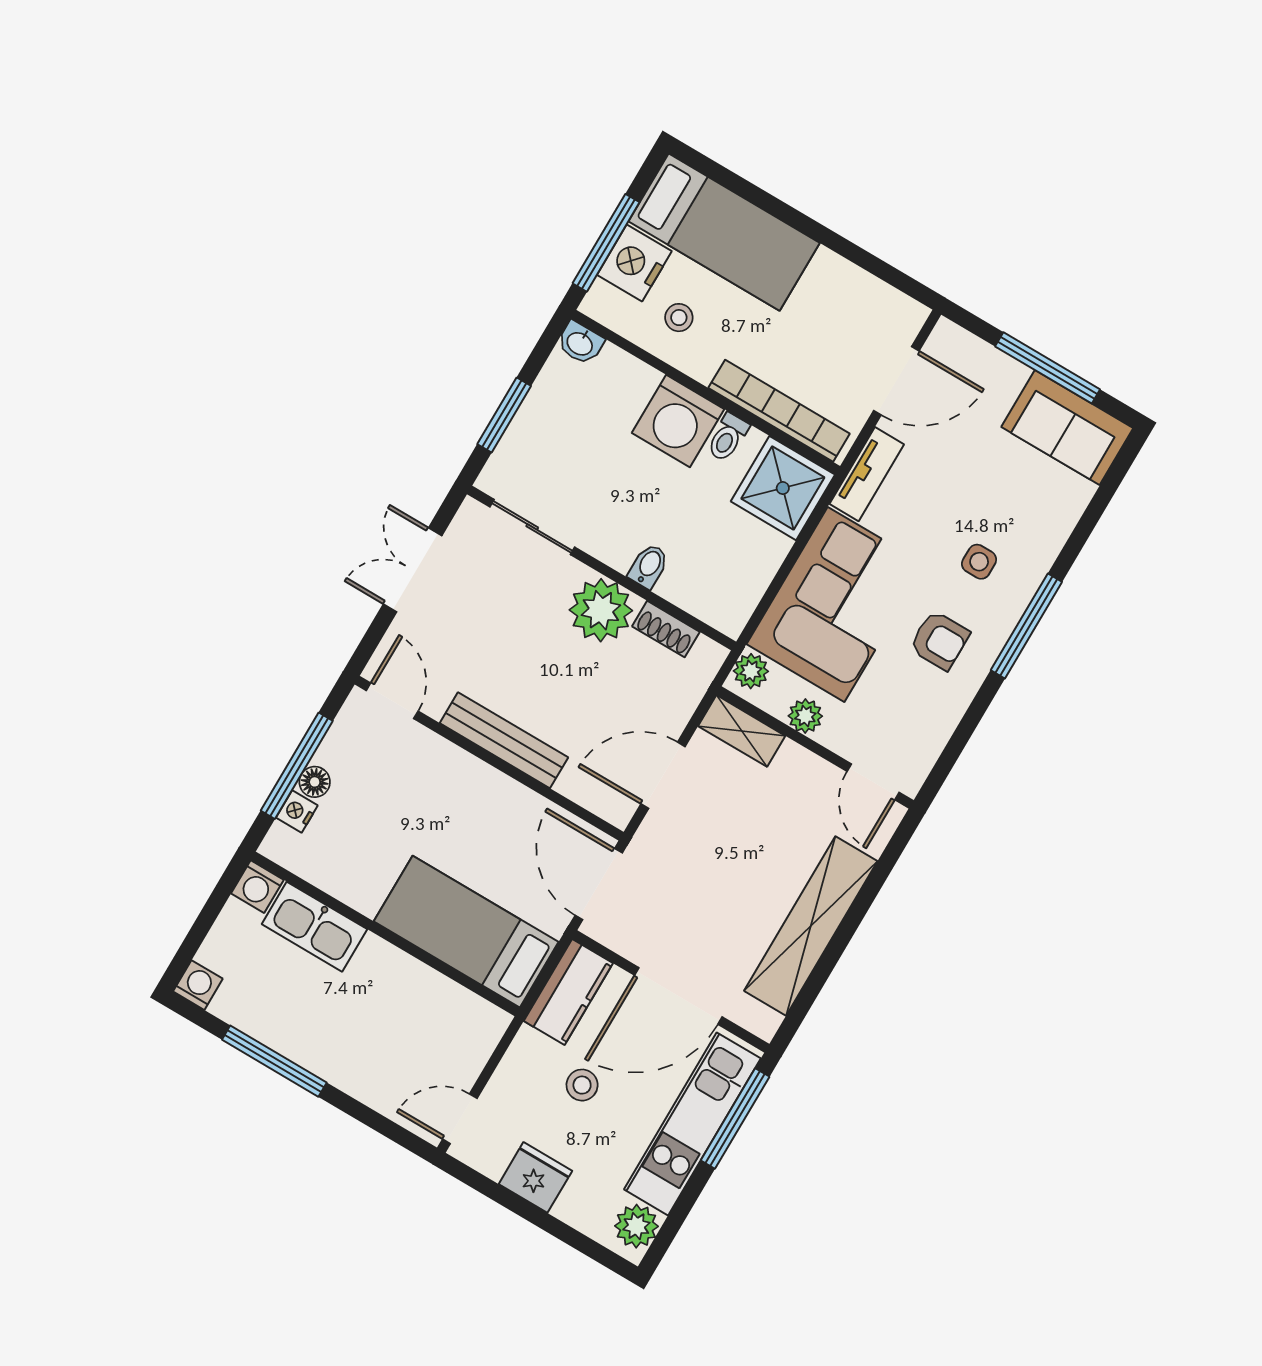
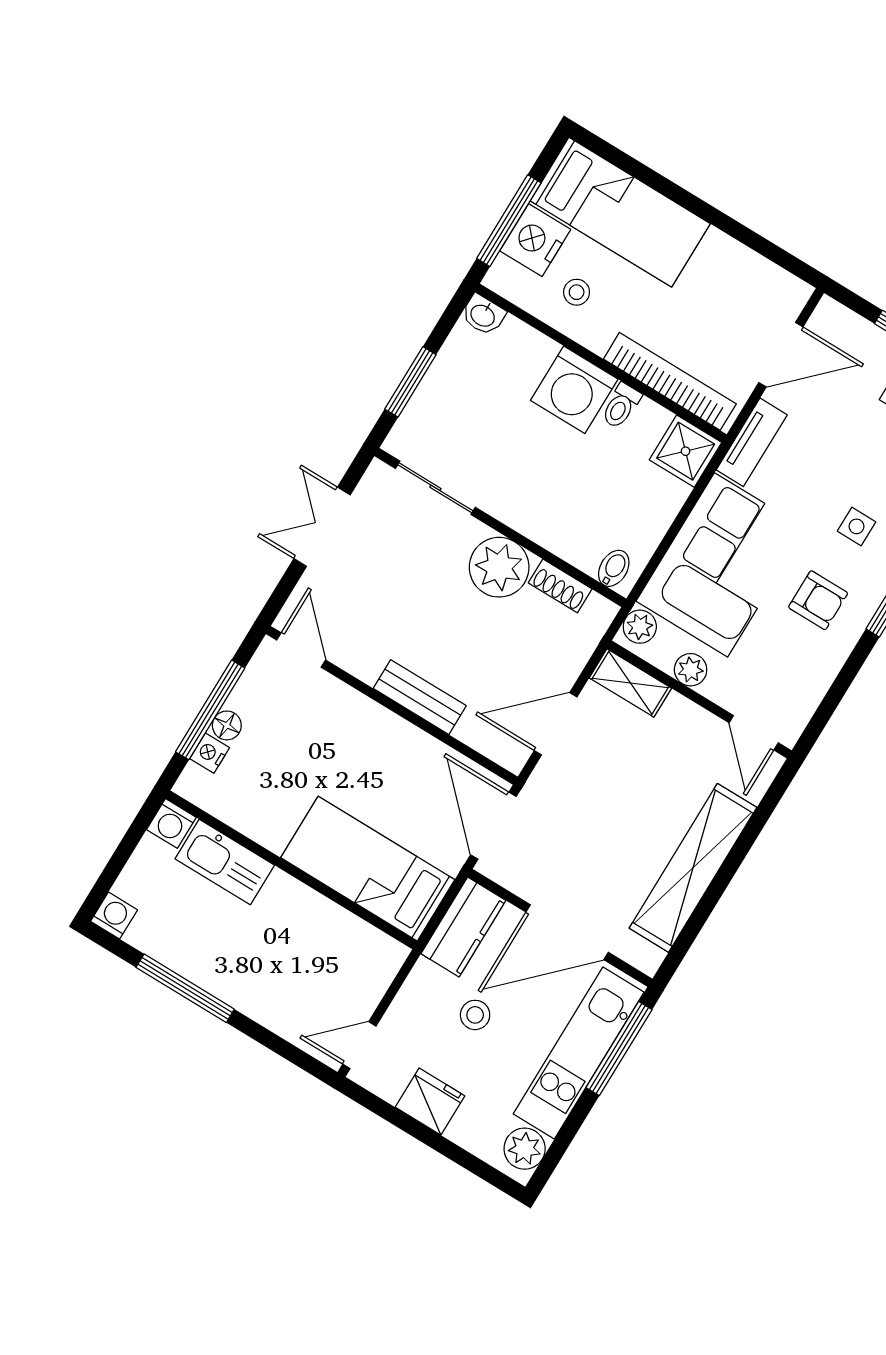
shower: (783, 488) -> (686, 451), width x0.73, depth x0.73
bidet: (649, 566) -> (614, 568), moved
bench: (504, 740) -> (420, 697), width x0.73

